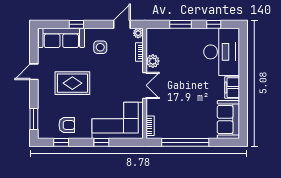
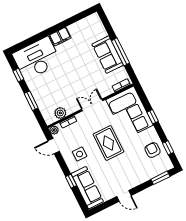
plant: (153, 61) -> (60, 113), moved
rug: (72, 83) -> (108, 143), moved
sofa: (228, 120) -> (108, 55), moved, turned 90
window: (185, 142) -> (120, 52), width x0.68

